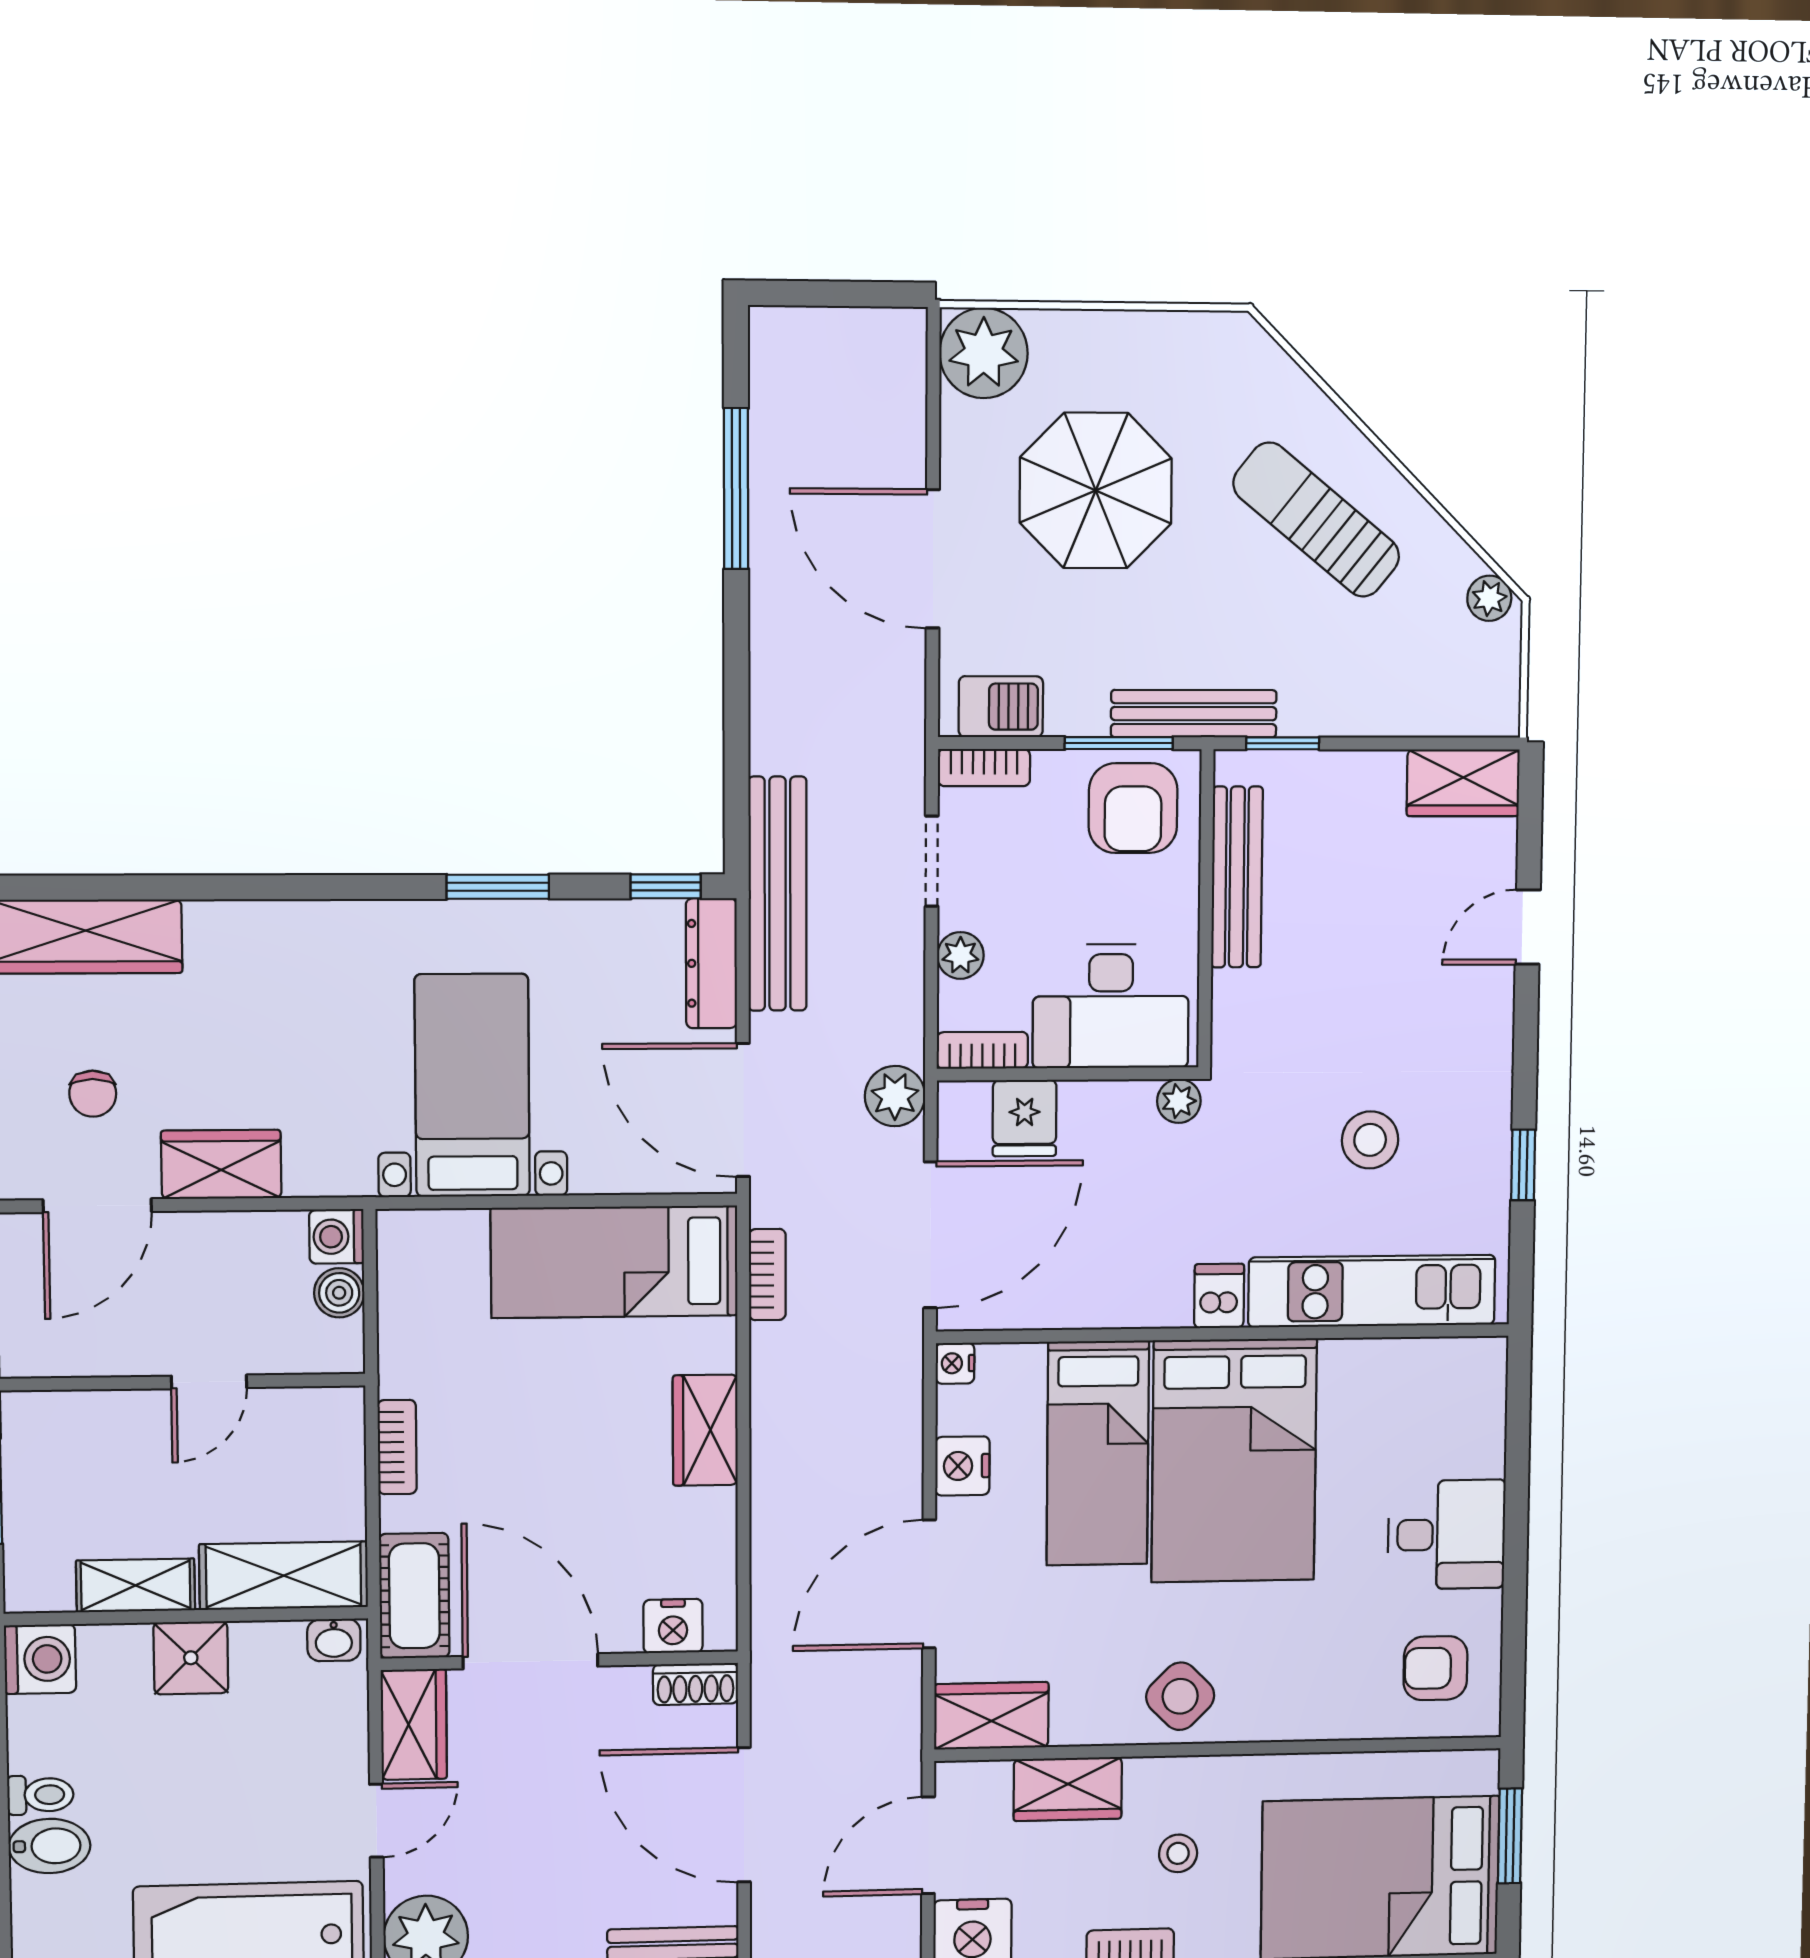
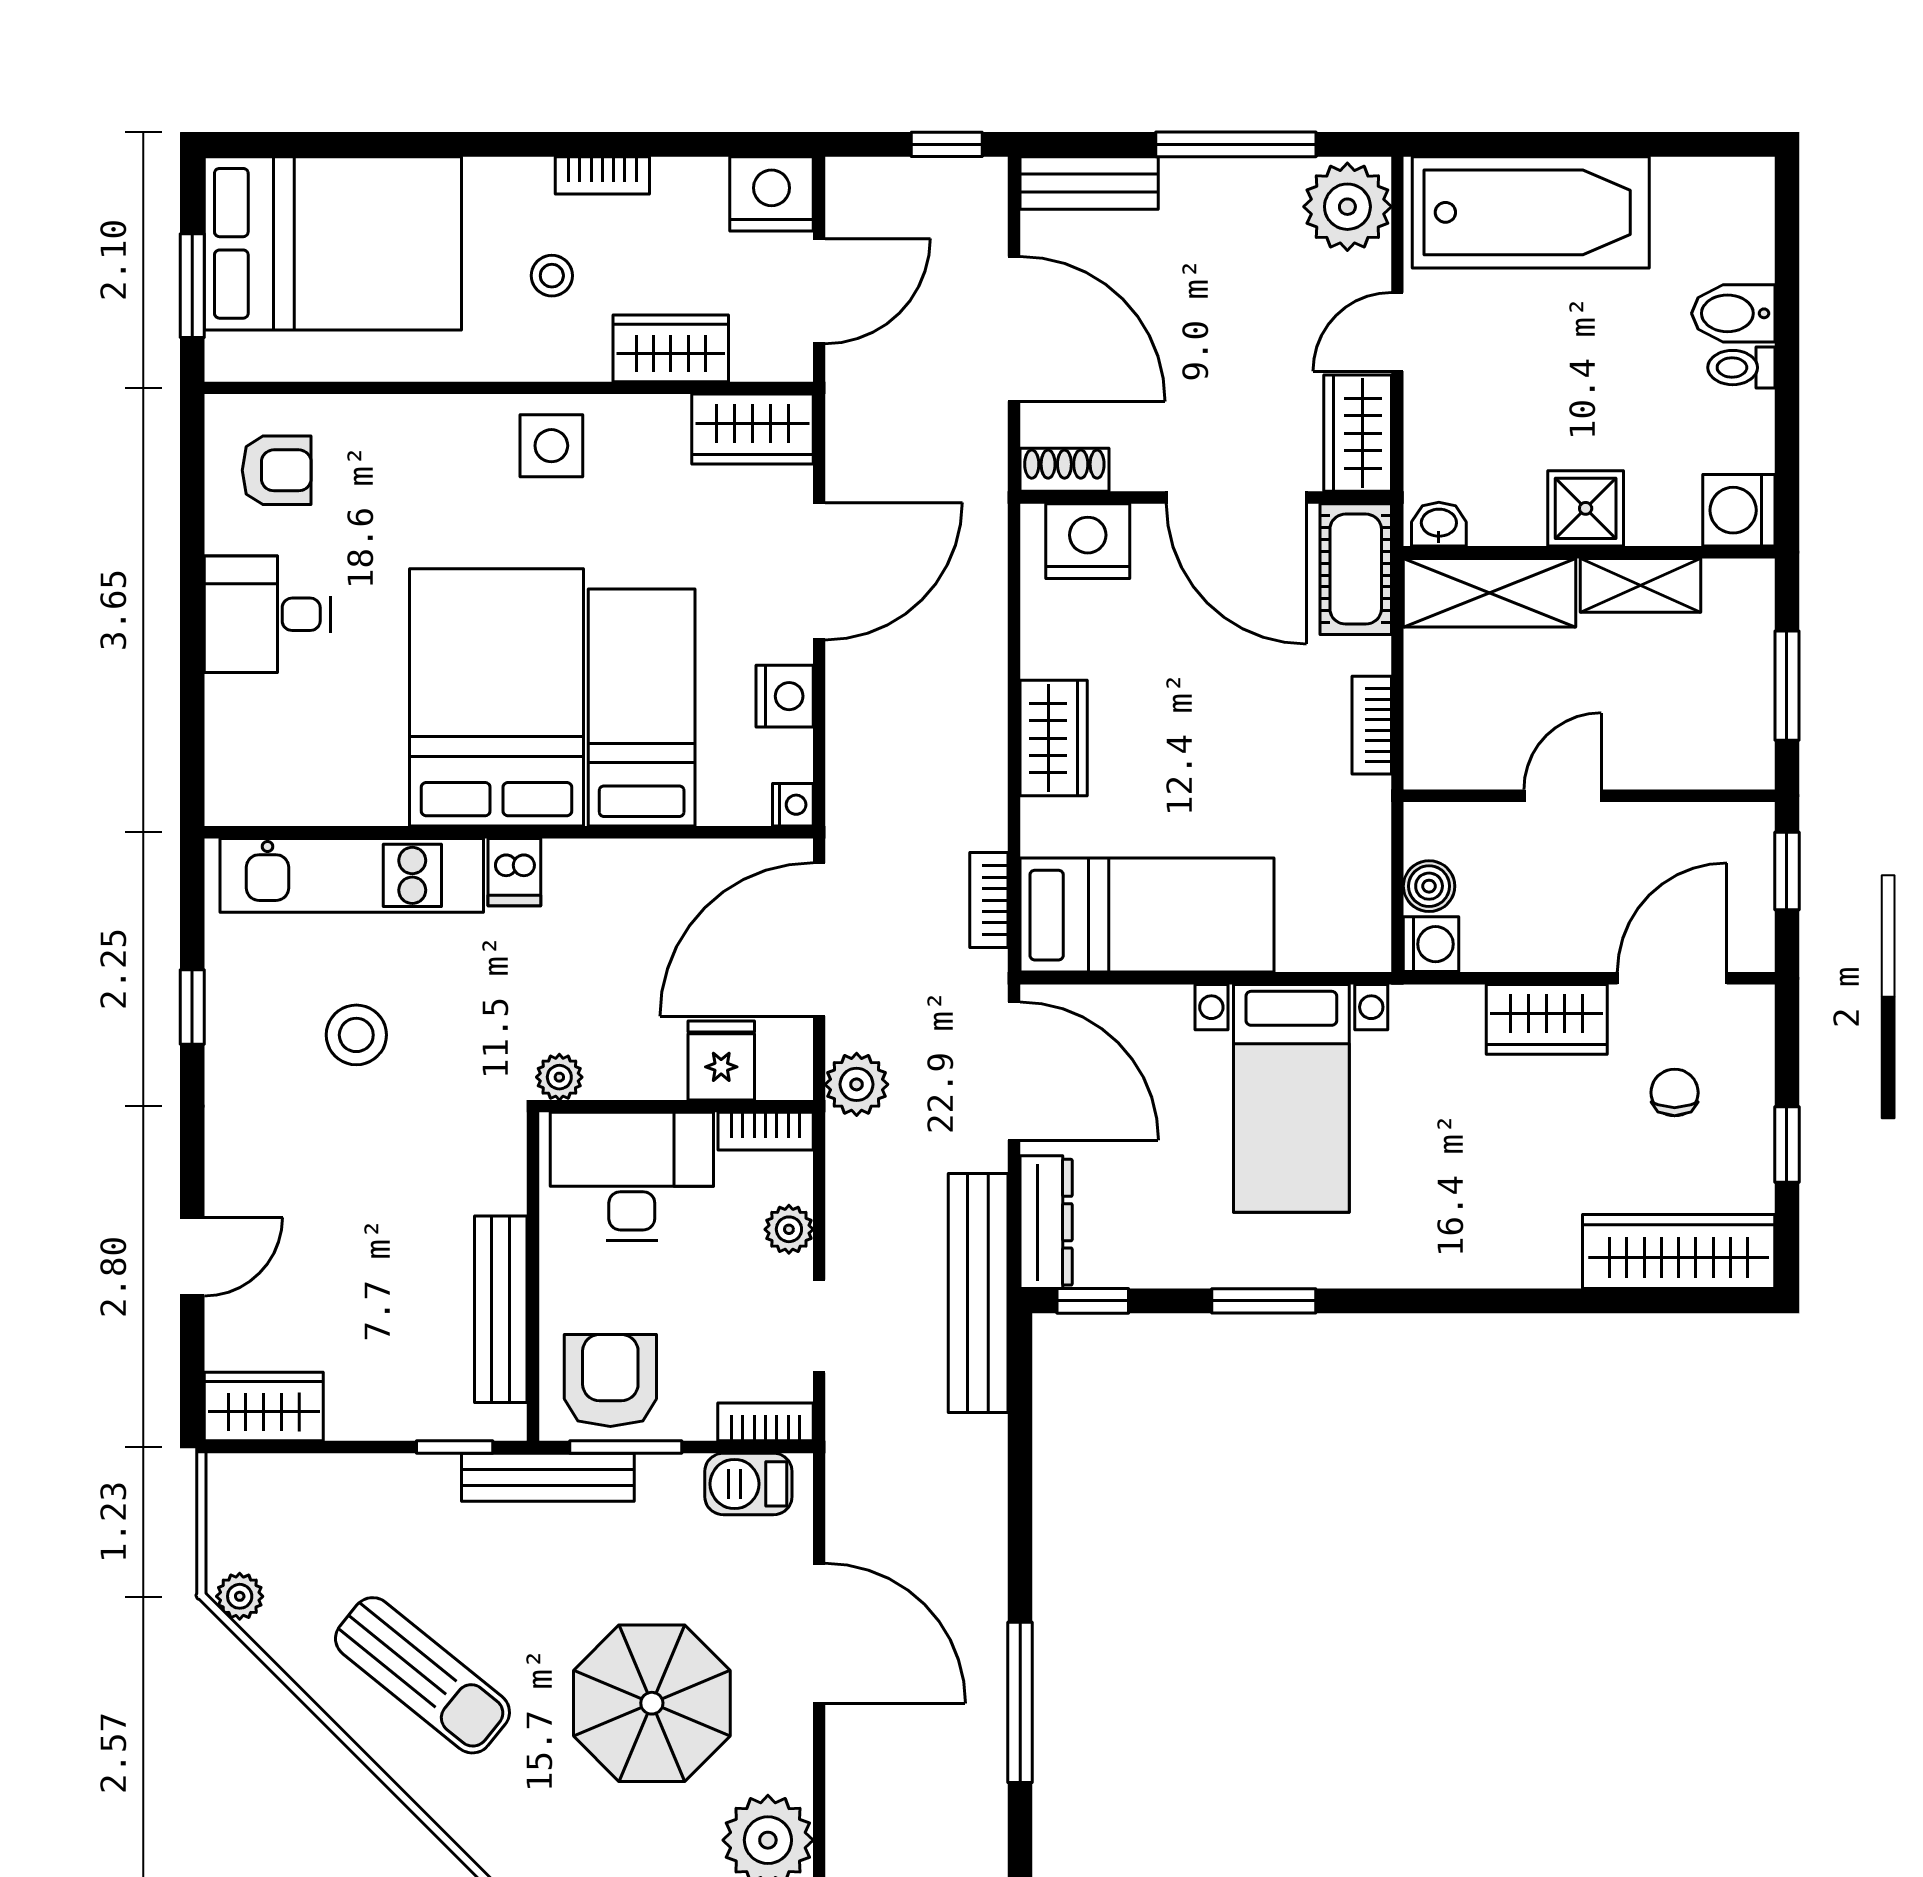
nightstand: (673, 1626) -> (1088, 541), width x1.36, depth x1.33
side table: (1180, 1696) -> (551, 446), turned 45

